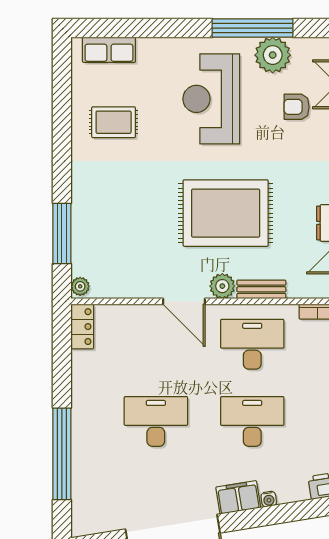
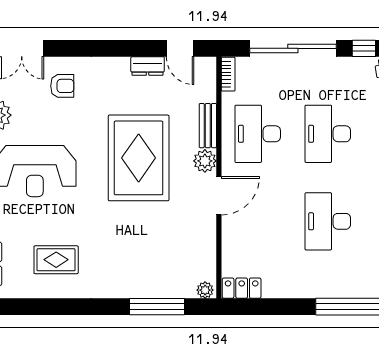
armchair: (297, 107) -> (62, 86), moved, turned -90
rug: (114, 122) -> (56, 260), turned 90

